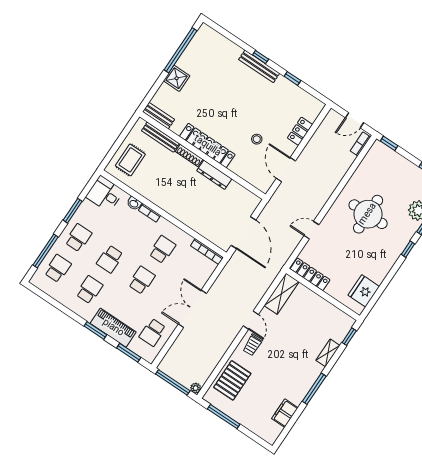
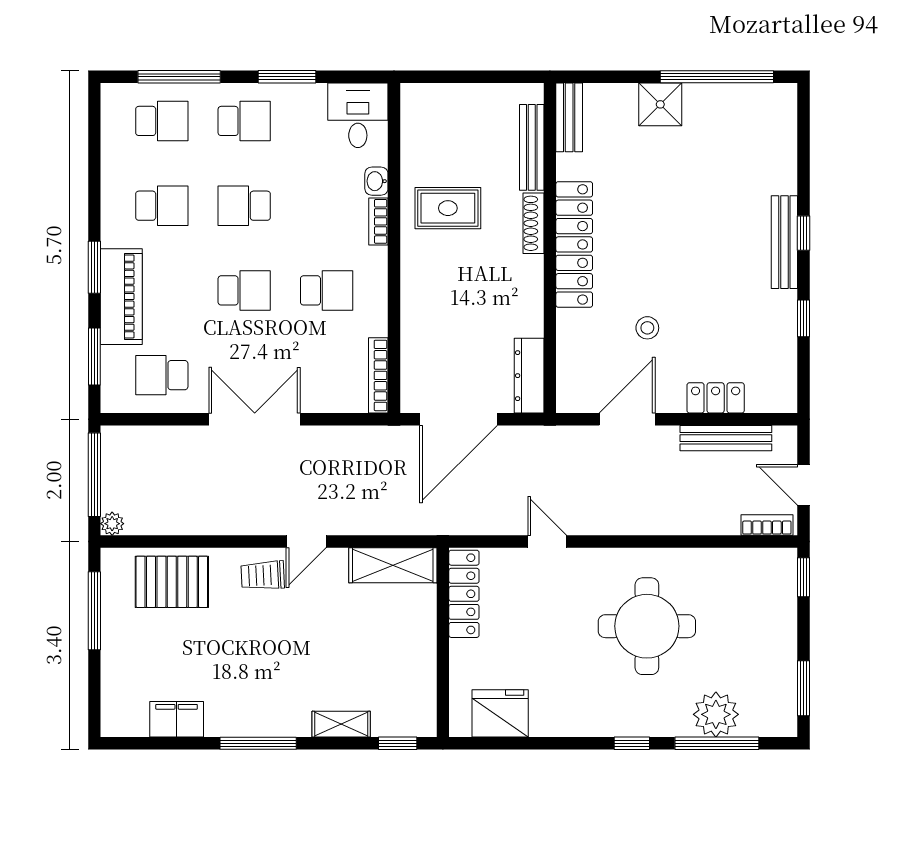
bench: (318, 137) -> (726, 438), added
rug: (130, 160) -> (448, 208), moved
dresser: (214, 175) -> (529, 376), moved

